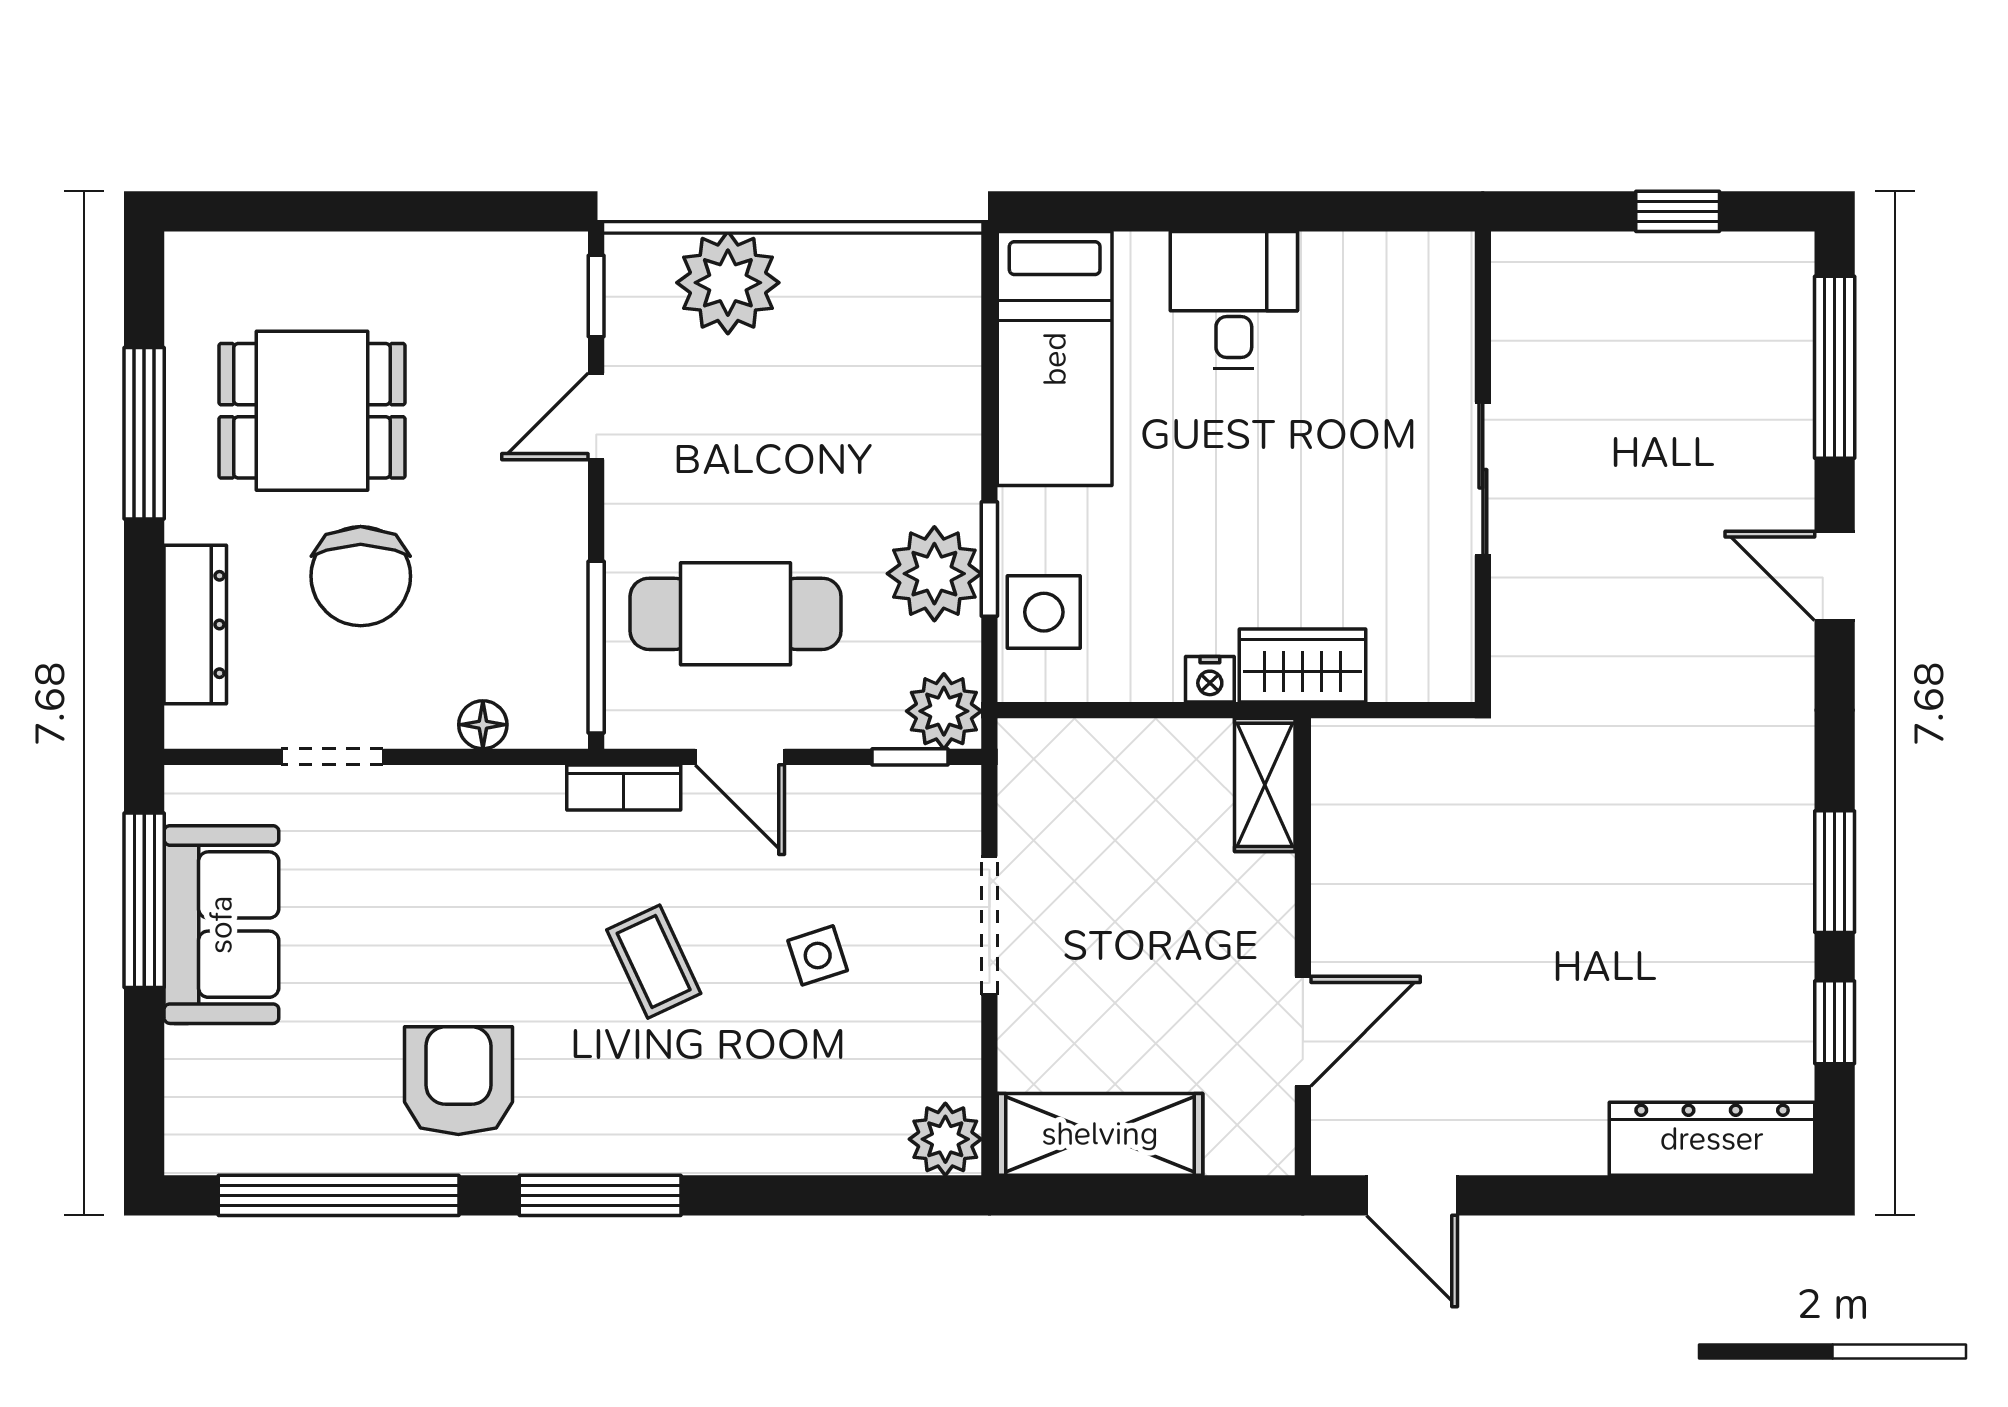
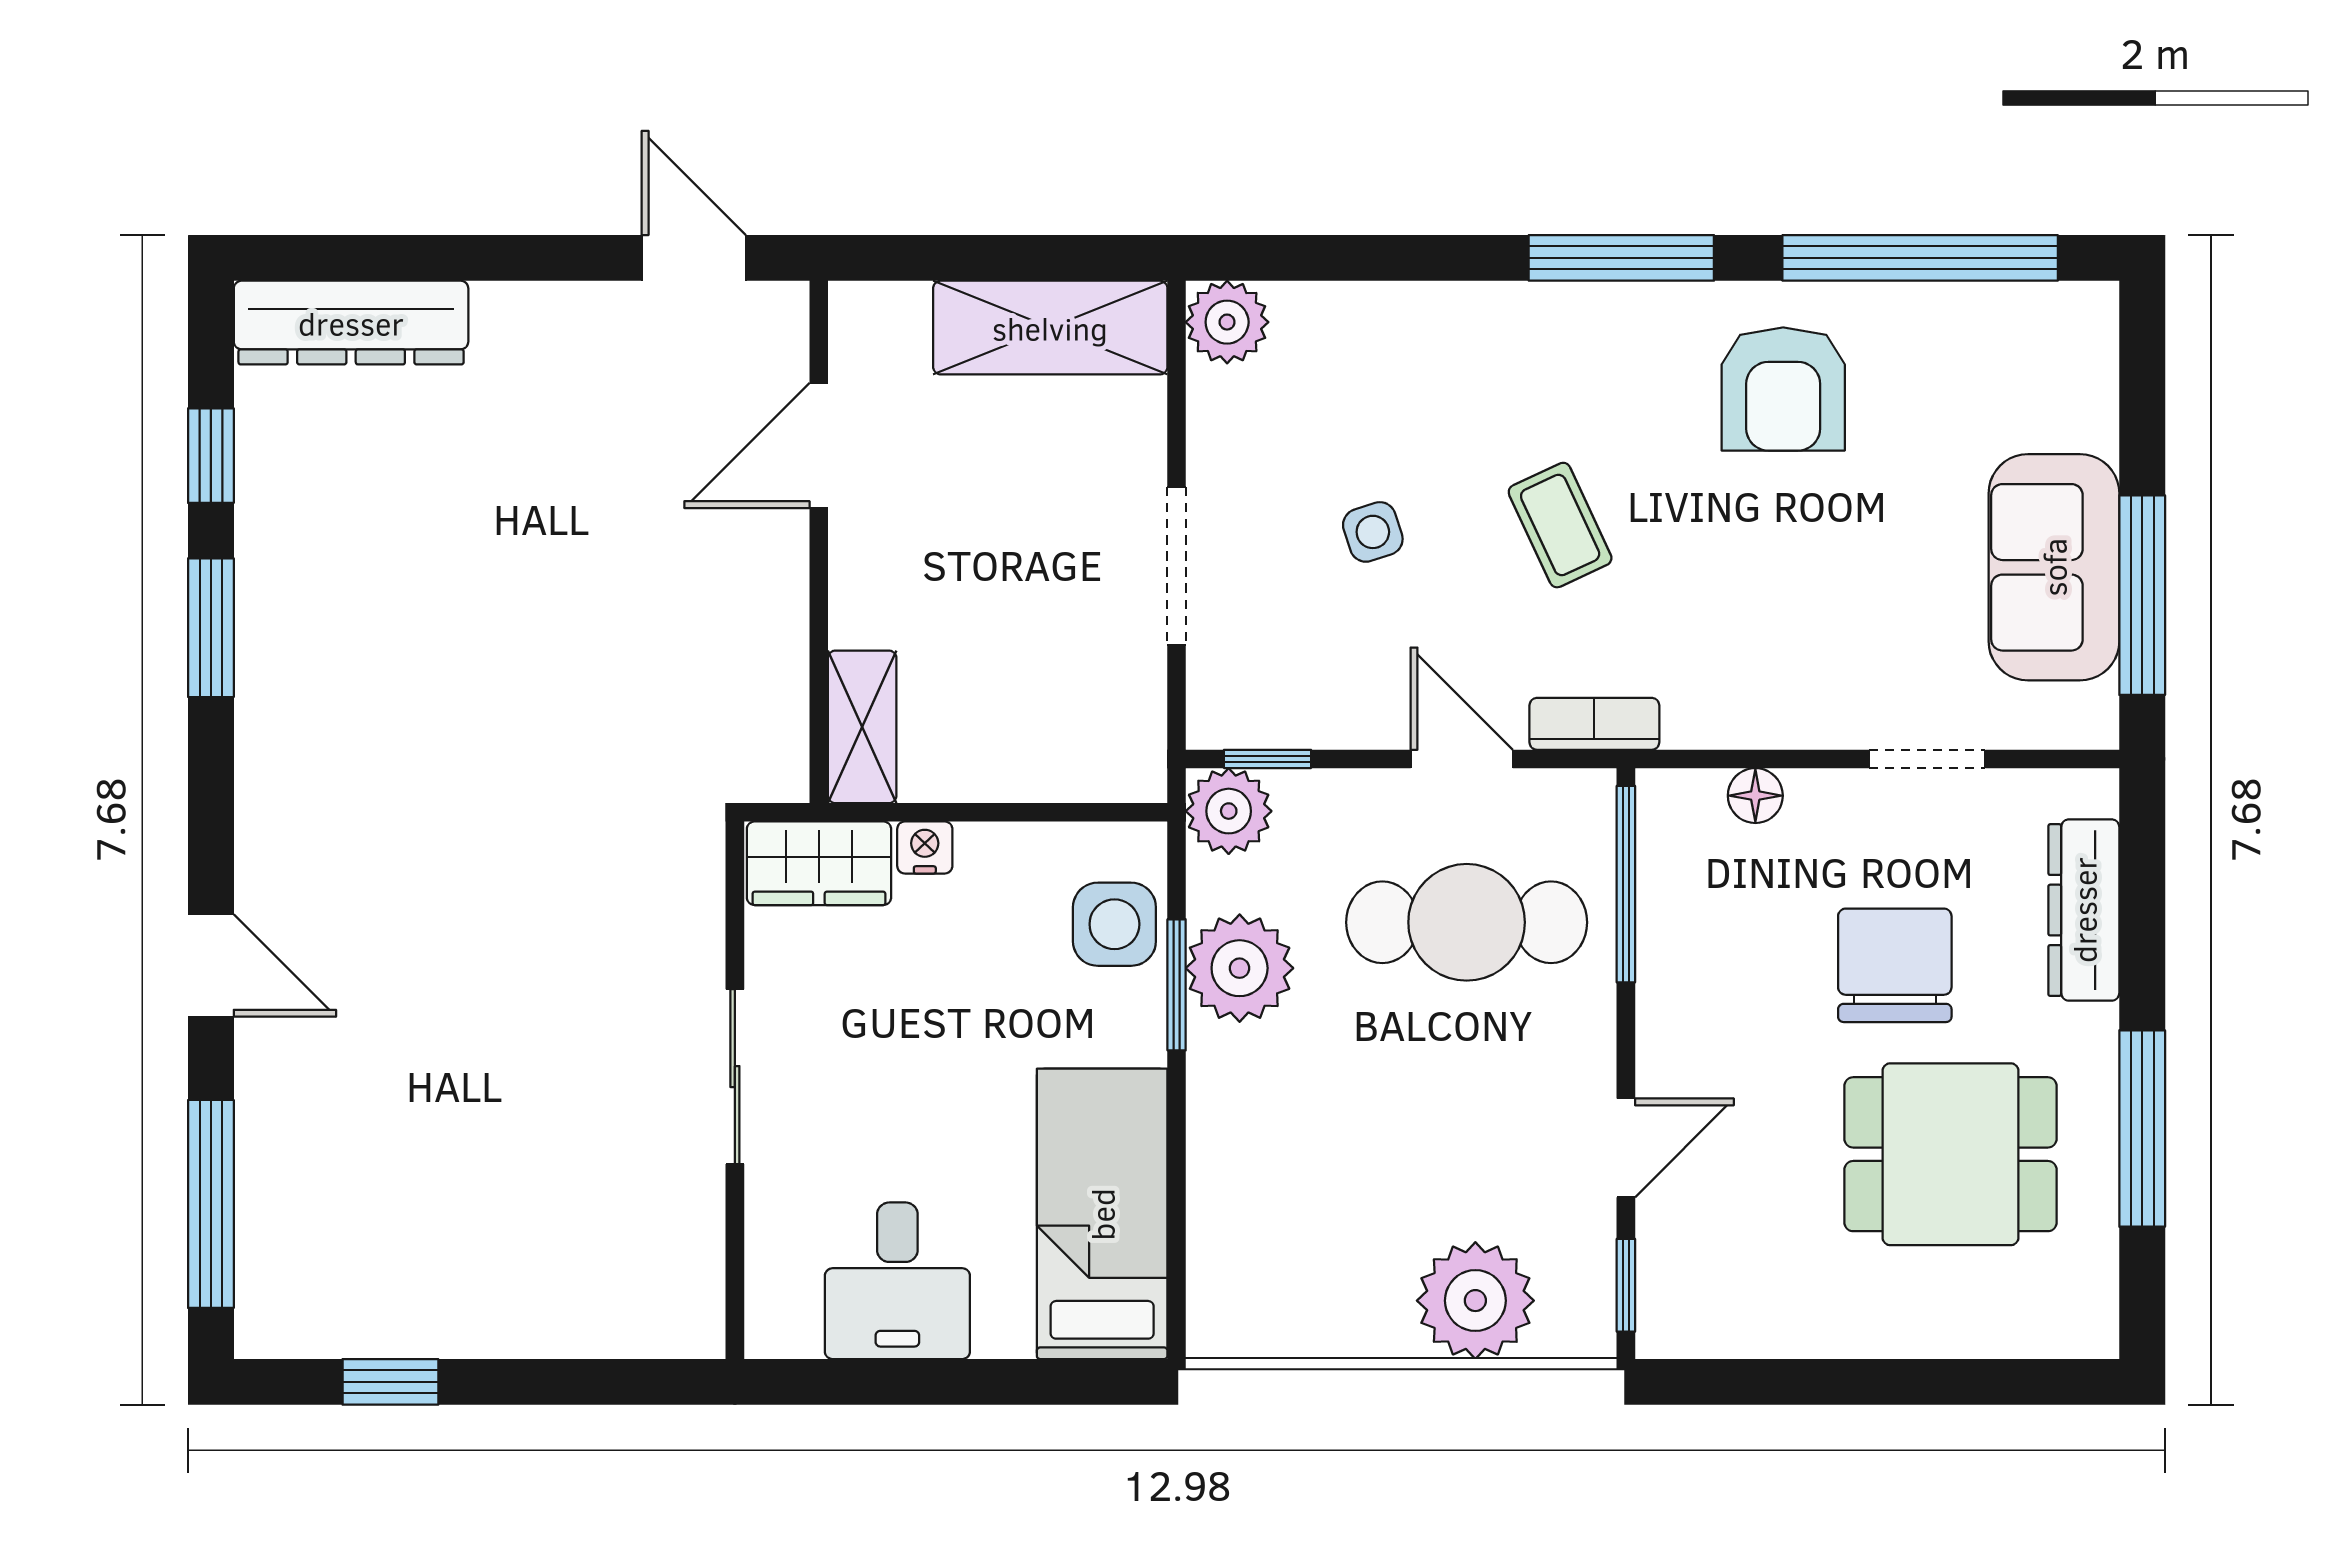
wall: (1483, 467) -> (735, 1090), moved
sliding door: (1483, 479) -> (735, 1077), moved

